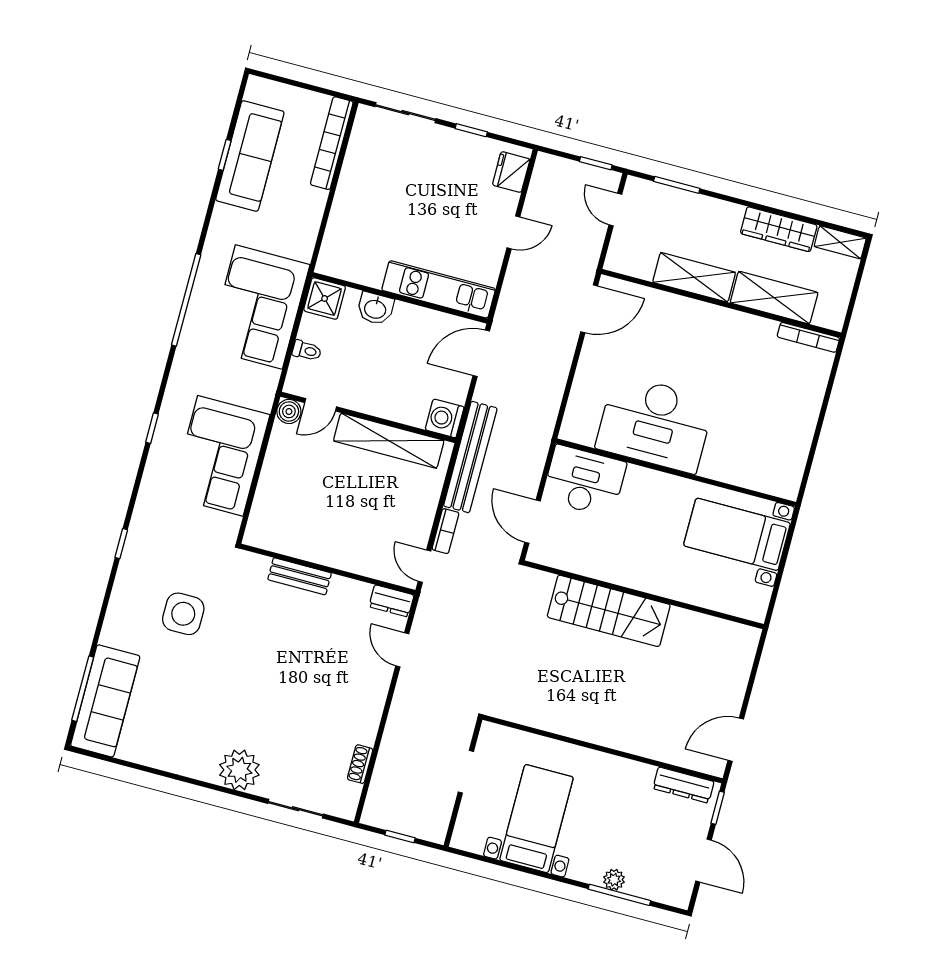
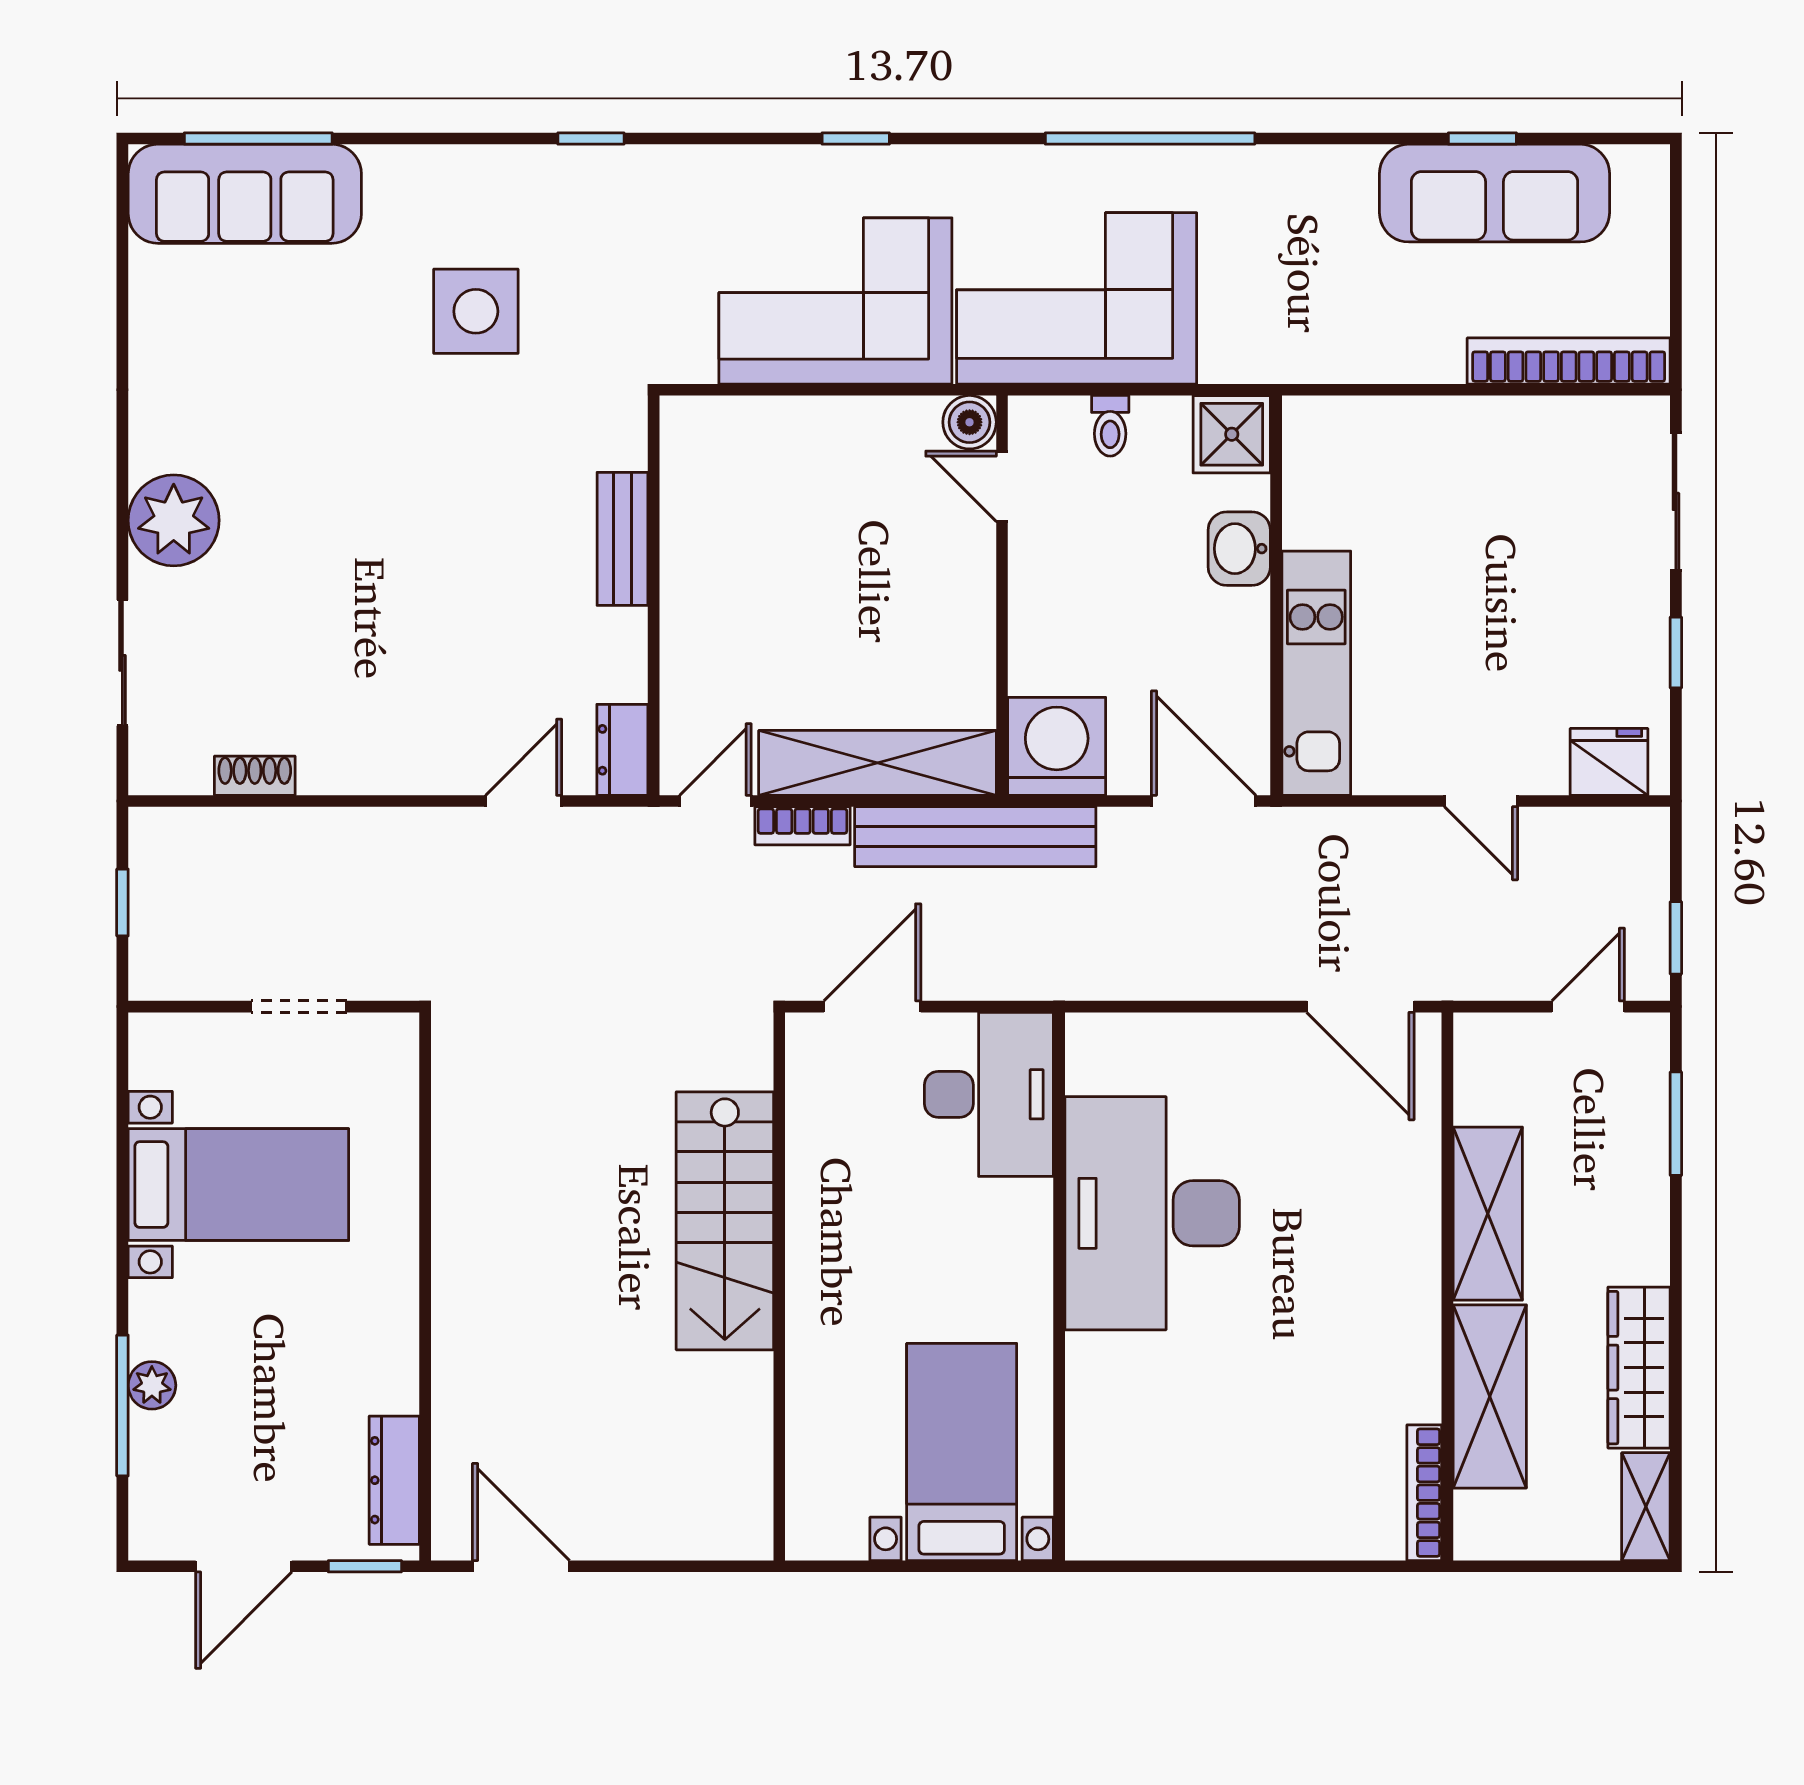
corner sofa: (259, 307) -> (1077, 298), moved
washing machine: (445, 418) -> (1057, 746), width x1.37, depth x1.37
shelving: (389, 441) -> (877, 763), moved, turned 90

